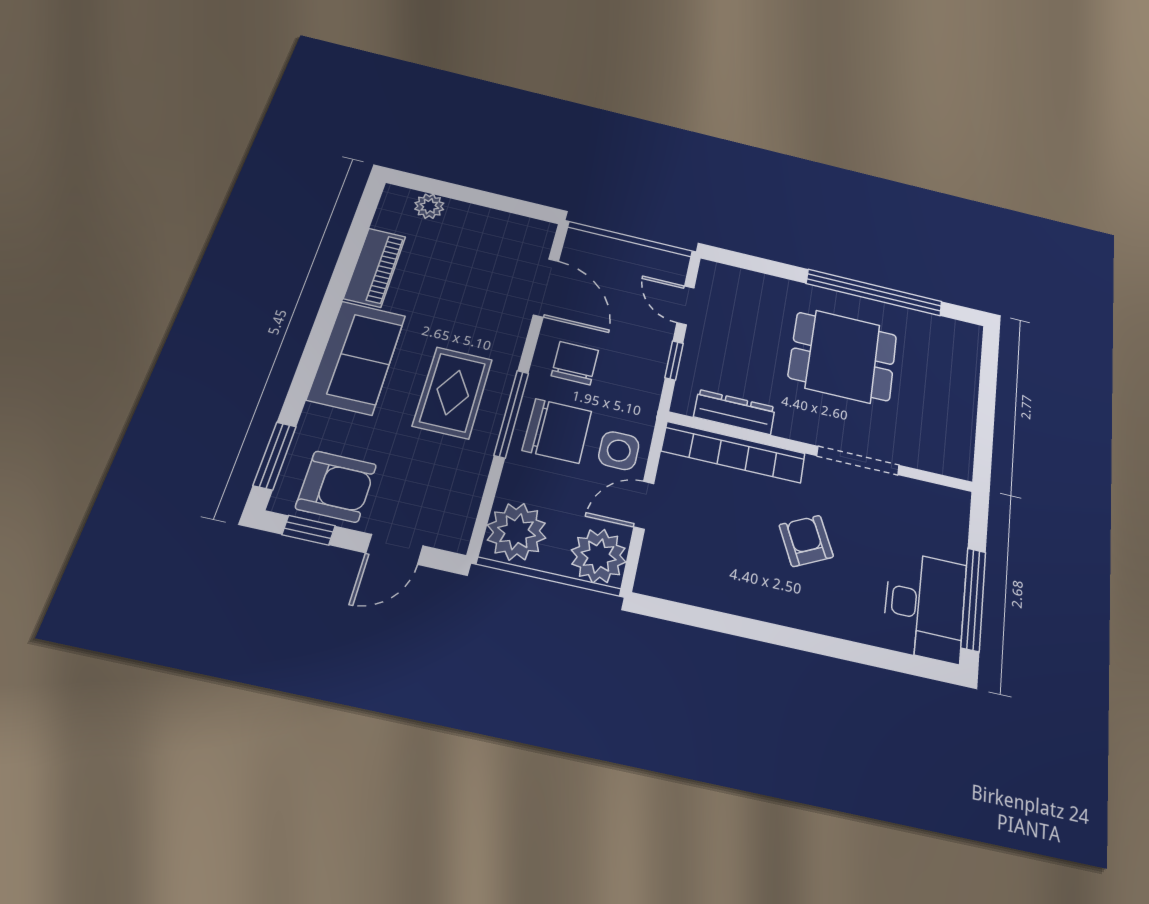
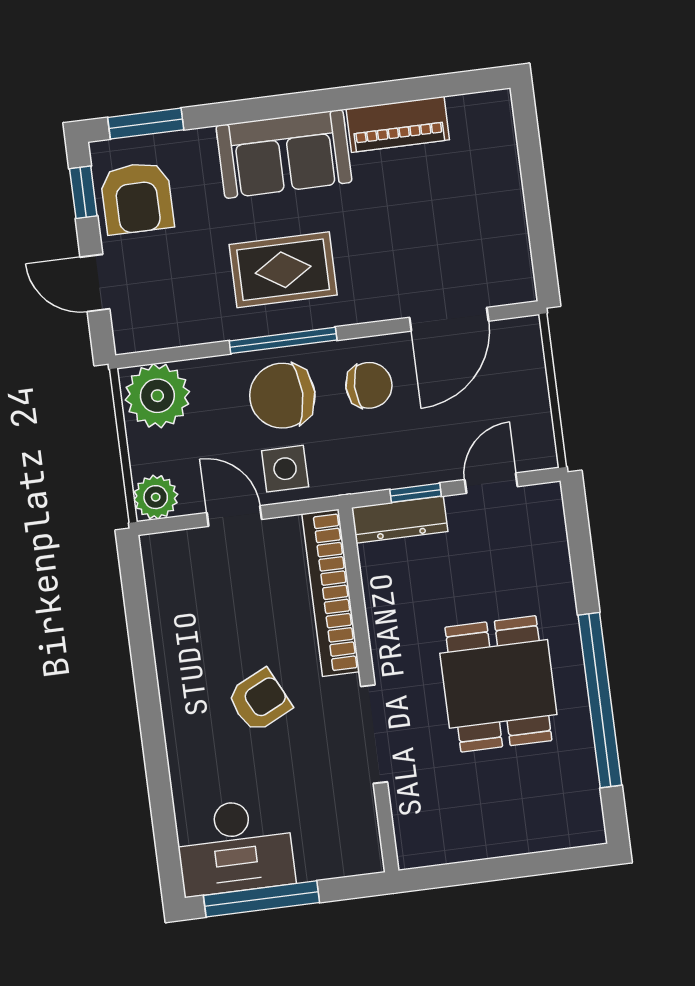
plant: (429, 206) -> (500, 149), removed
dresser: (734, 412) -> (400, 520), moved, turned 90
chair: (557, 431) -> (282, 396), turned 90
plant: (599, 556) -> (156, 497), width x0.73, depth x0.73

